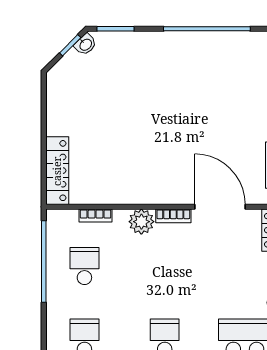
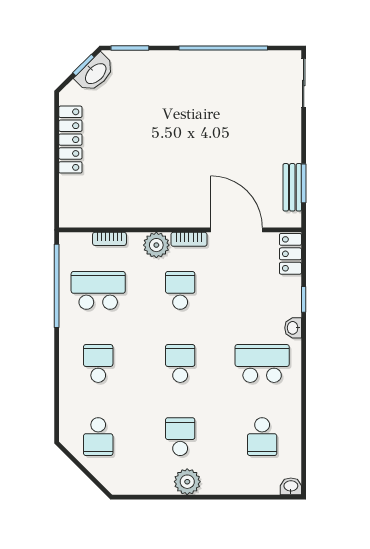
washbasin: (85, 44) -> (95, 73), width x1.91, depth x1.45
locker: (57, 171) -> (70, 140), moved
school desk: (84, 266) -> (98, 290), width x1.85
school desk: (165, 266) -> (180, 290), added

